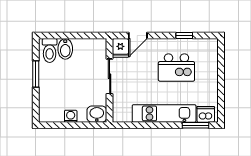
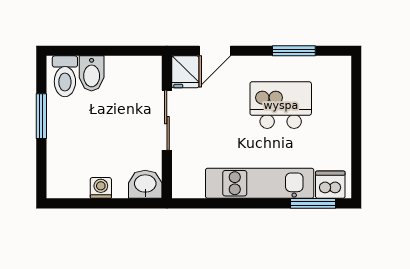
window: (184, 36) -> (294, 51), width x1.50
kitchen island: (176, 67) -> (281, 105), turned 180

